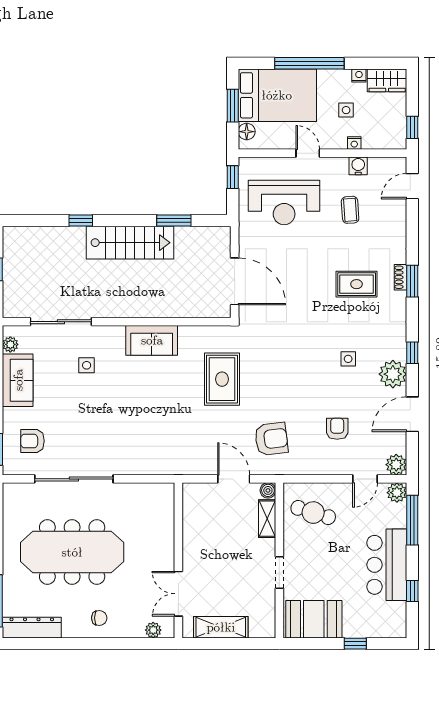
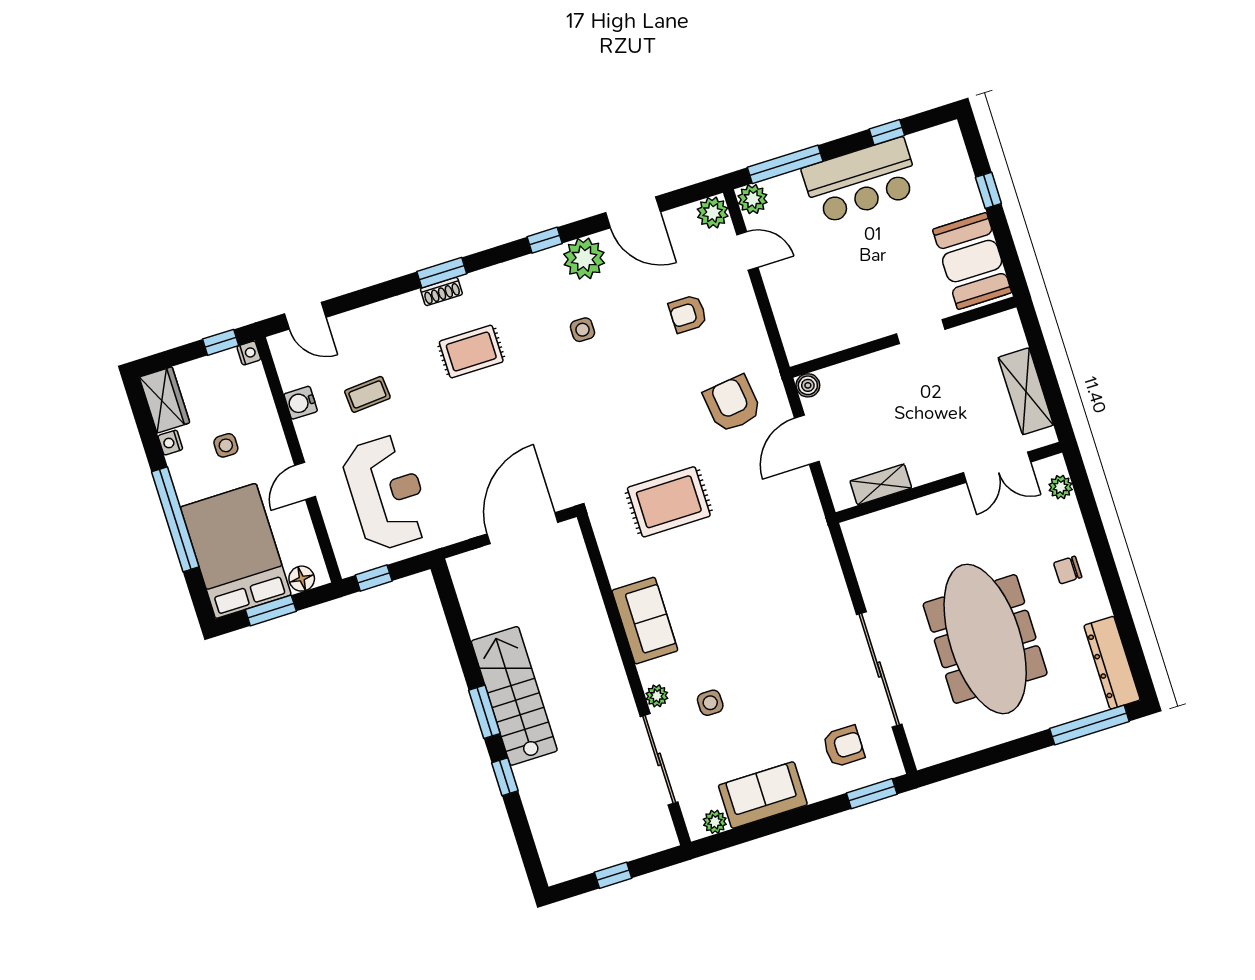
nightstand: (354, 143) -> (249, 353), moved
window: (174, 221) -> (484, 712), moved
rug: (357, 284) -> (471, 352), turned 90
plant: (102, 333) -> (657, 696), added
armchair: (32, 441) -> (844, 746), turned -90
cafe table: (313, 513) -> (819, 310), removed
shelving: (267, 519) -> (881, 485), moved
chair: (99, 618) -> (1068, 570), turned -90

